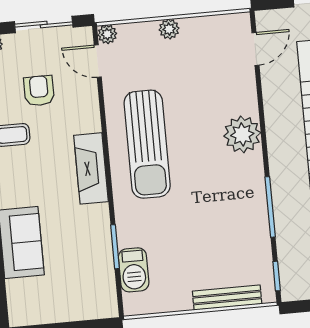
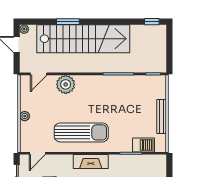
plant: (107, 34) -> (24, 147), removed
door: (255, 49) -> (39, 74), swing flipped
plant: (242, 134) -> (66, 84), moved
bench: (227, 298) -> (162, 116), moved

